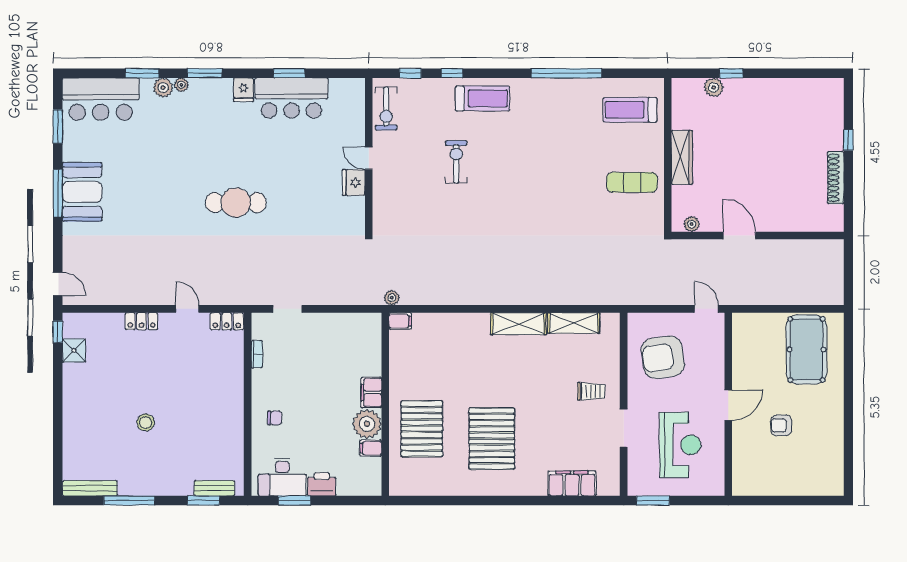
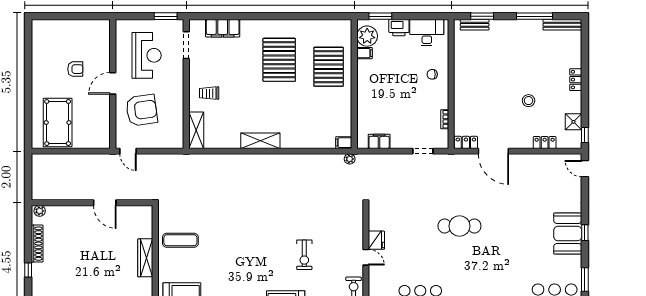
window: (58, 193) -> (585, 233), width x0.46
plant: (692, 224) -> (40, 211), moved
door: (188, 309) -> (493, 151), width x1.87
locker: (142, 321) -> (545, 142), moved
shelving: (574, 323) -> (196, 130), moved, turned 90
armchair: (663, 357) -> (142, 110), moved
filing cabinet: (371, 393) -> (379, 141), moved, turned -90
locker: (71, 410) -> (576, 80), added
stool: (146, 422) -> (529, 101), moved
plant: (367, 424) -> (367, 36), moved
doorway: (624, 428) -> (186, 45), moved
reception desk: (680, 445) -> (147, 55), turned 180
window: (294, 501) -> (380, 16), moved

